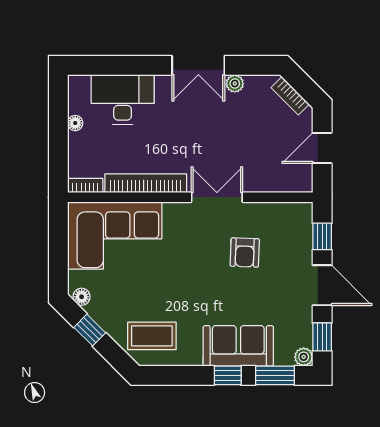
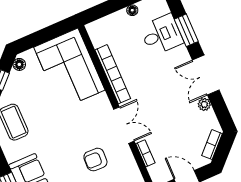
window: (131, 65) -> (186, 30), added
desk: (123, 99) -> (161, 35), width x0.73
bookcase: (85, 186) -> (145, 153), moved

